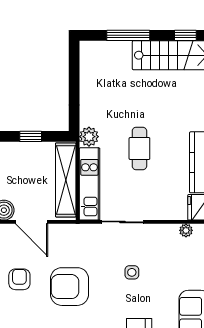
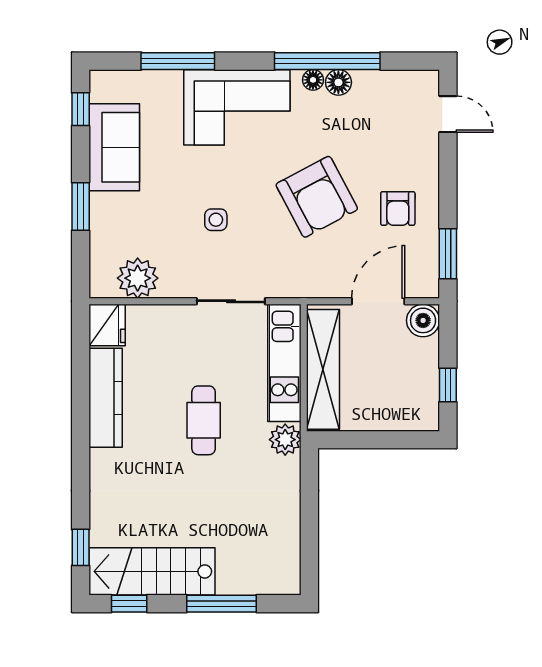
window: (31, 136) -> (380, 440), removed
door: (32, 222) -> (378, 301), hinge flipped
plant: (186, 230) -> (138, 278), width x1.87, depth x1.87
armchair: (70, 287) -> (317, 197), turned 62

